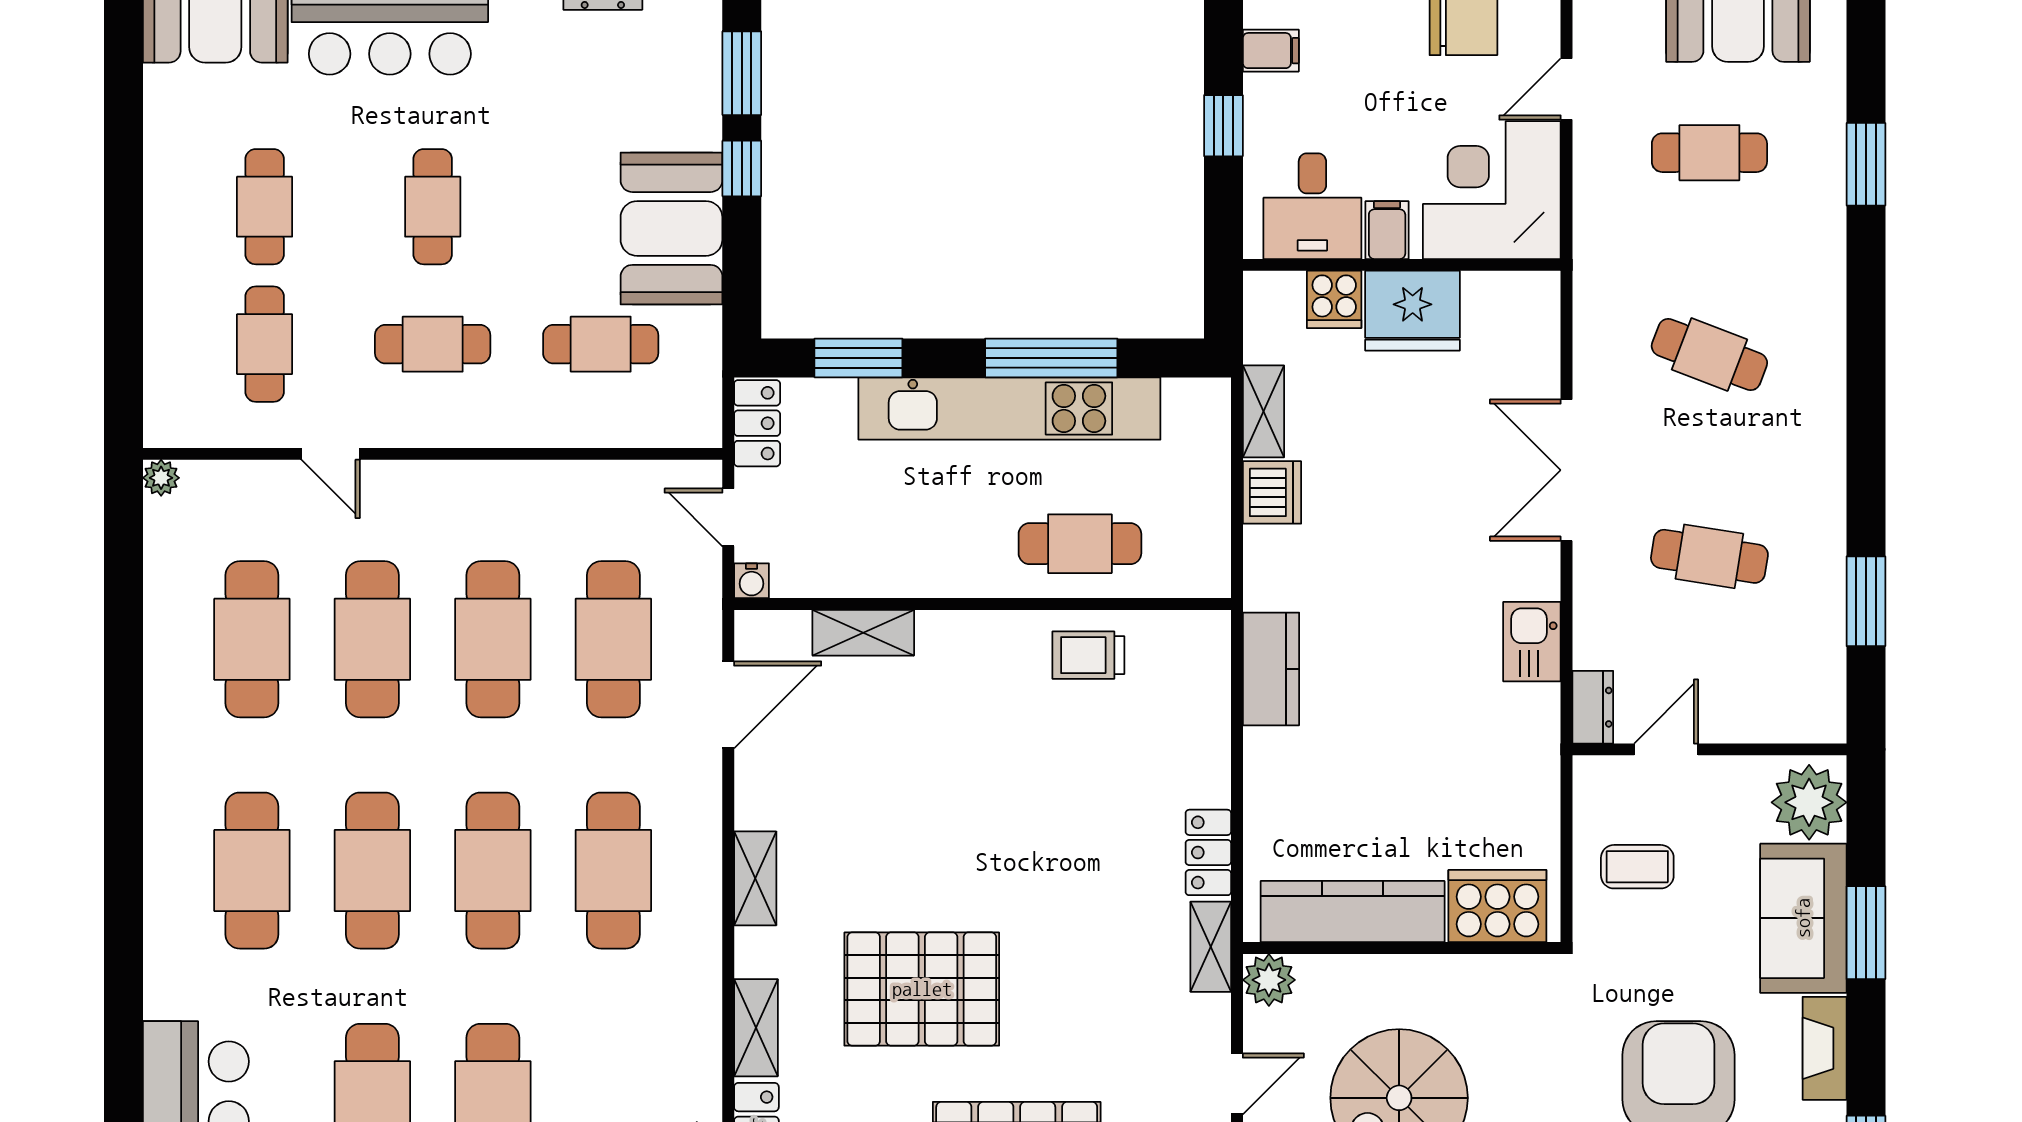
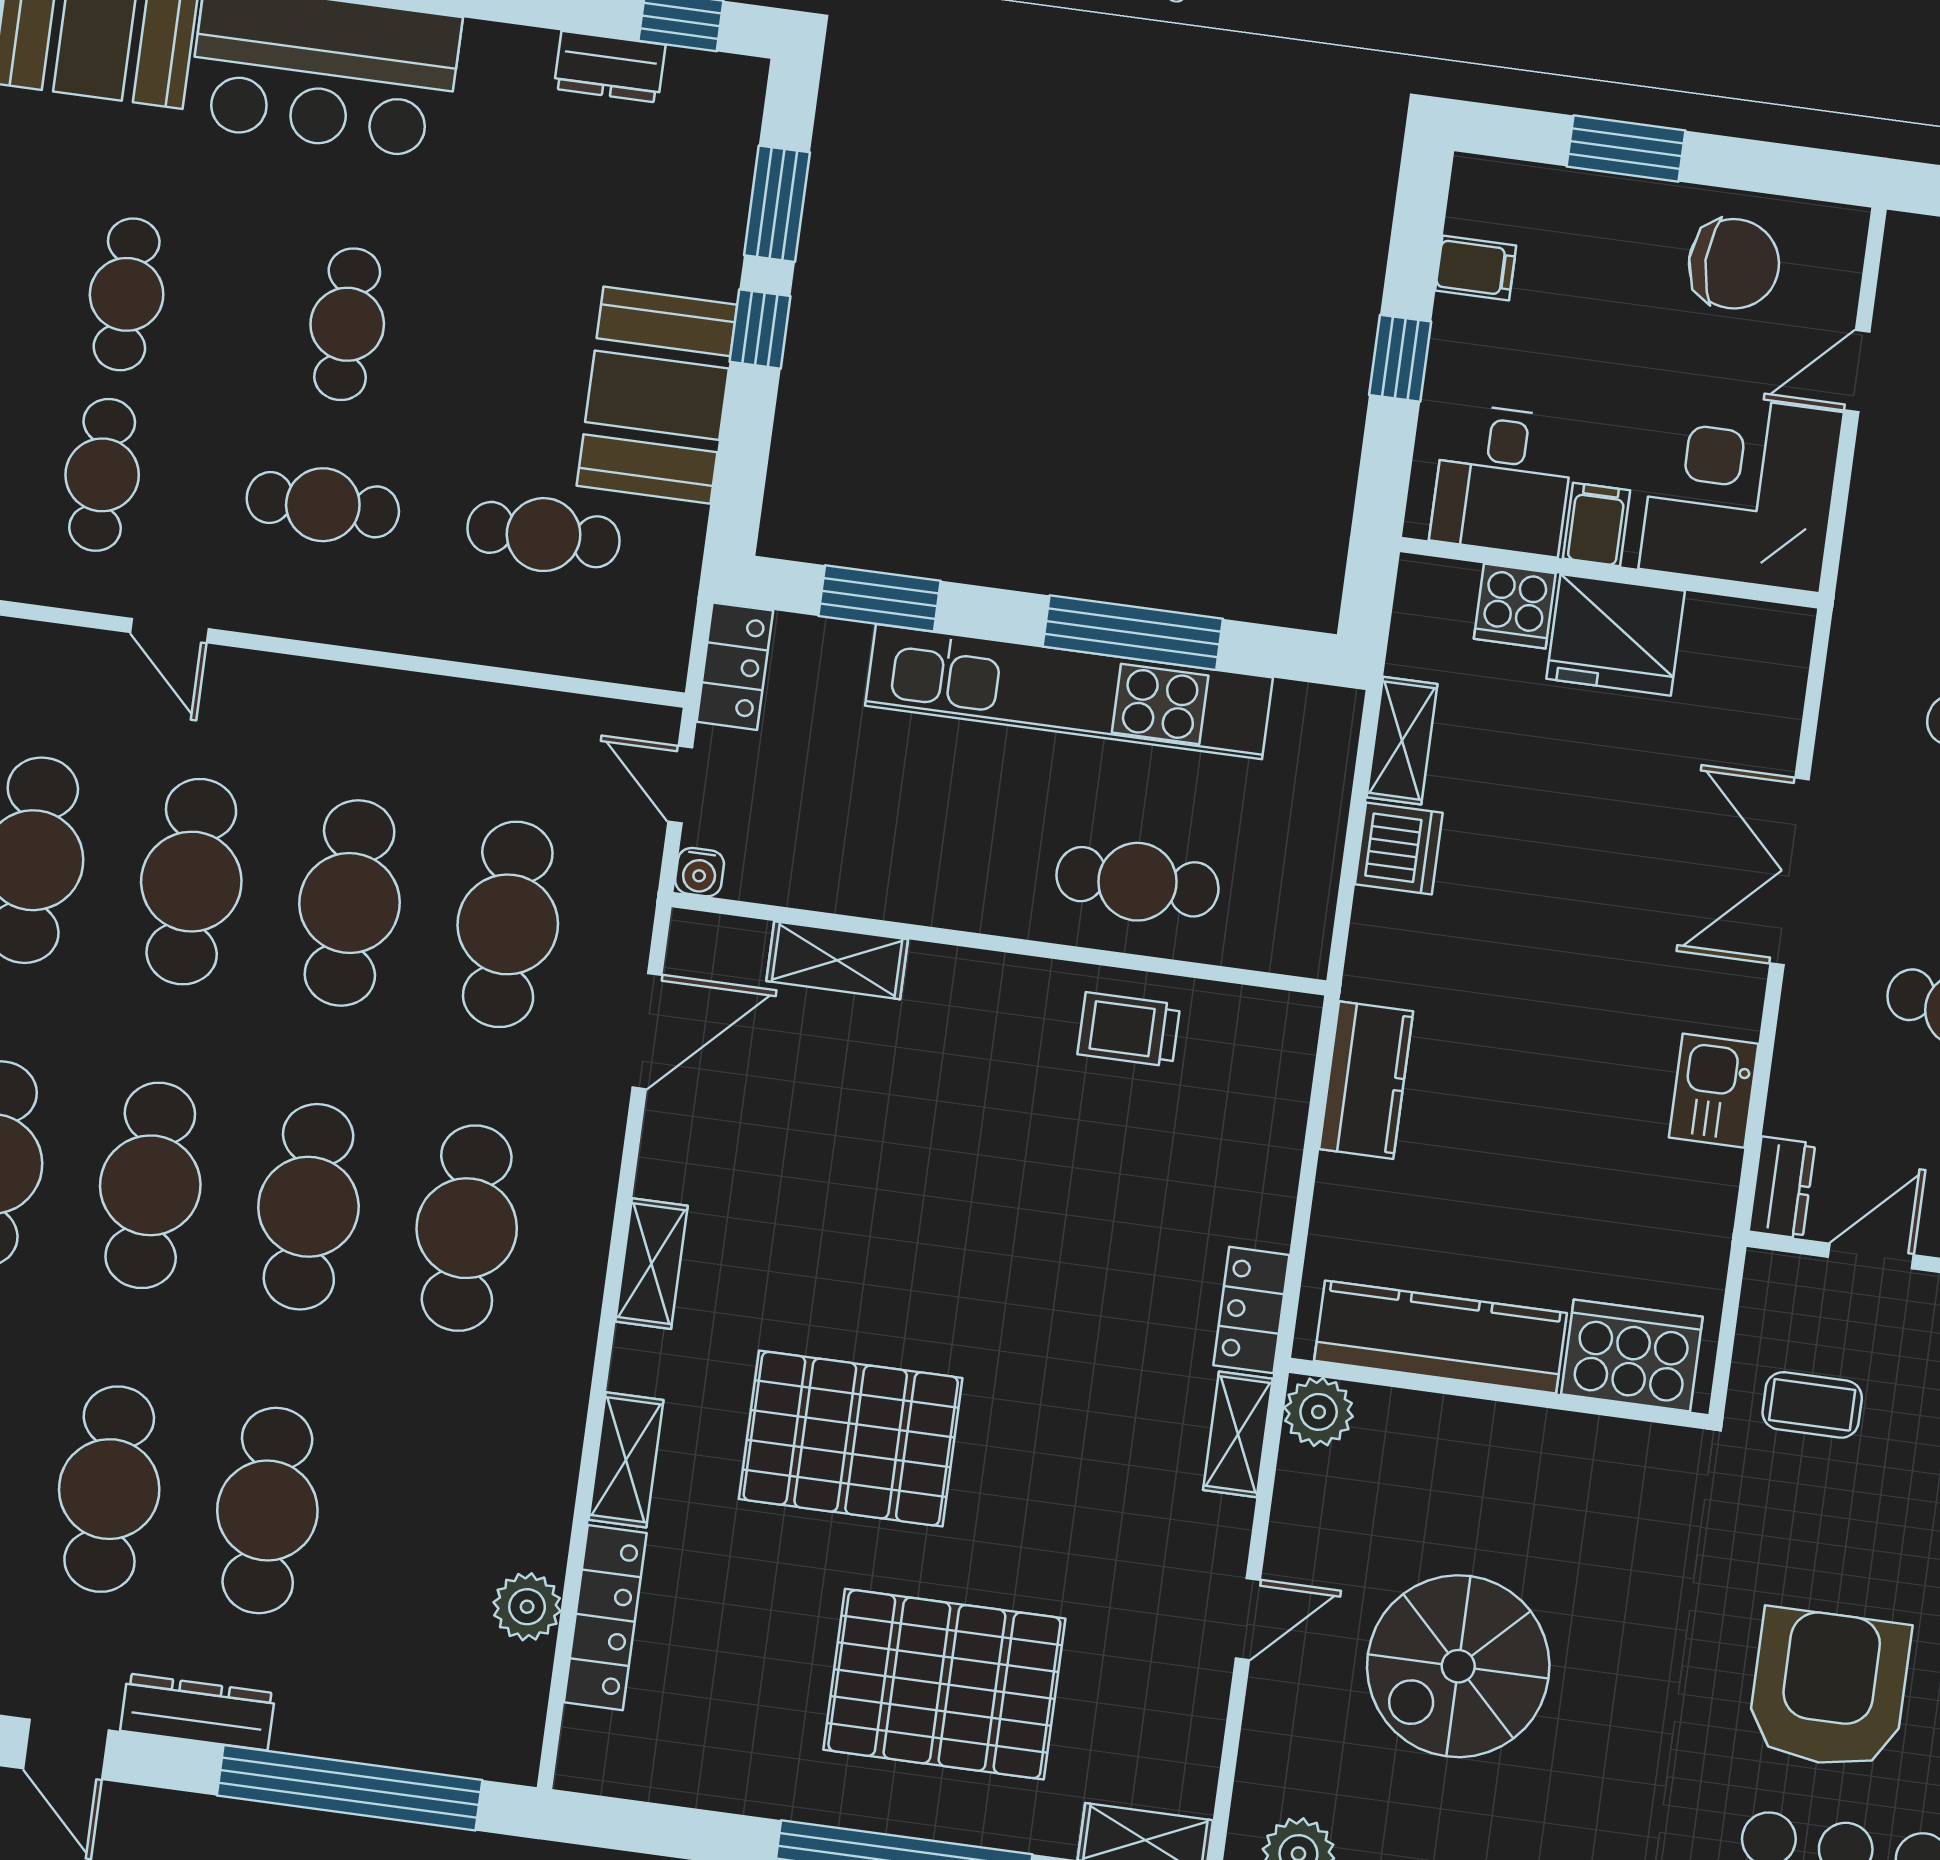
cooker: (1497, 906) -> (1632, 1355), moved
kitchen counter: (1353, 912) -> (1441, 1337), moved
wall: (1402, 948) -> (1499, 1394), moved
plant: (1269, 980) -> (1319, 1412), moved

